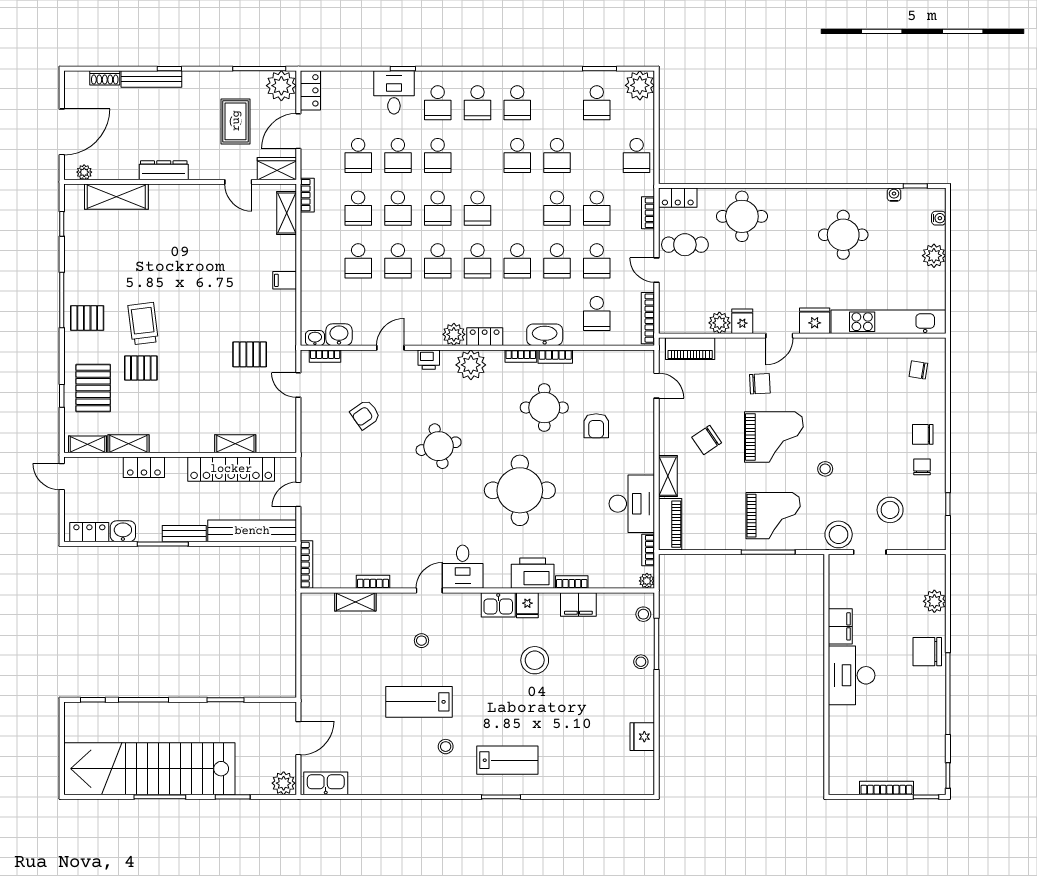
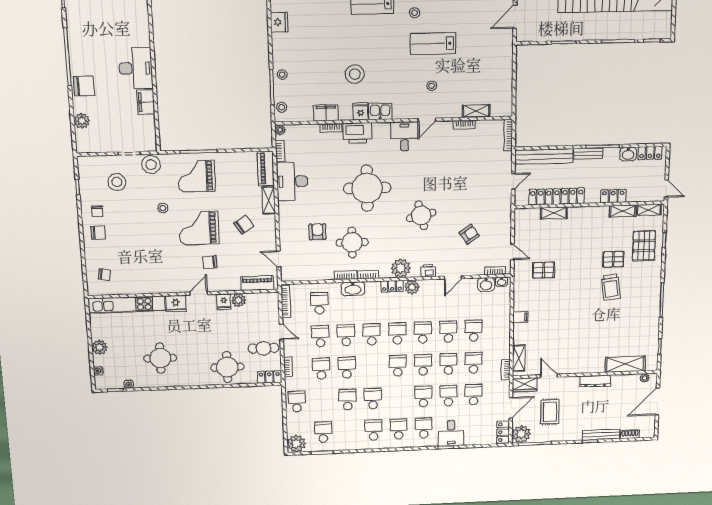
pallet: (87, 318) -> (646, 289), removed
lab bench: (419, 702) -> (433, 44), turned 180

